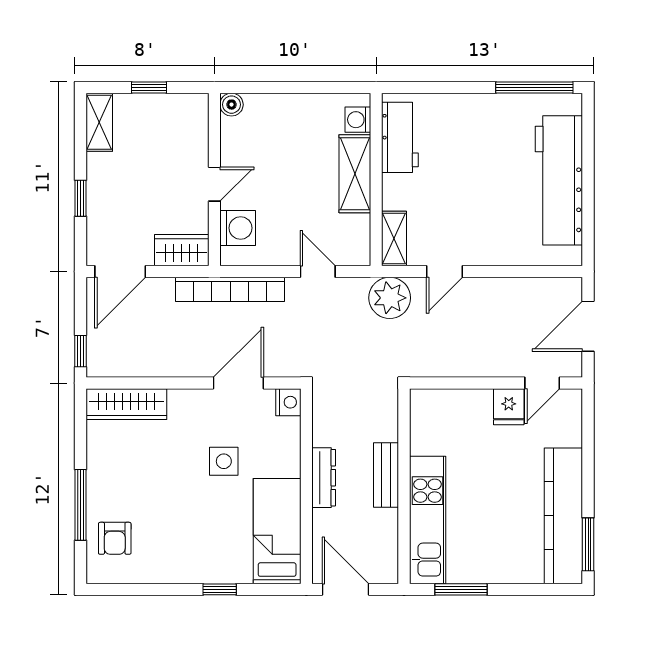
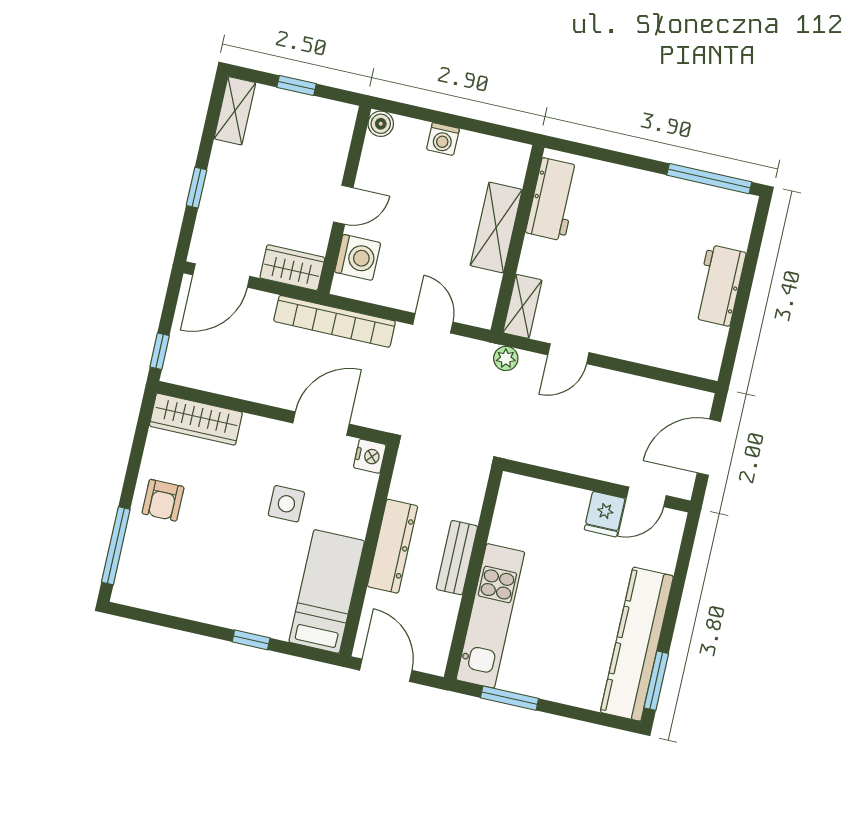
washing machine: (358, 120) -> (443, 139), moved, turned -90
workbench: (559, 180) -> (719, 285), width x0.53, depth x0.76
plant: (390, 298) -> (506, 358), width x0.53, depth x0.53
dresser: (324, 478) -> (393, 546), width x1.37, depth x1.24
window: (81, 505) -> (116, 546), moved
armchair: (115, 538) -> (163, 500), moved

